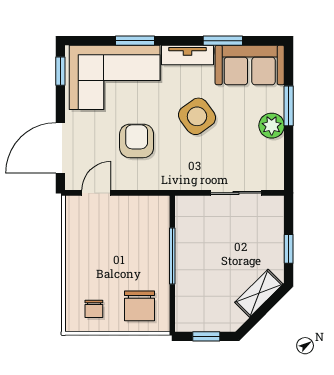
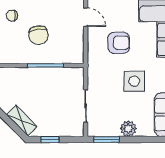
window: (289, 106) -> (107, 139), moved
side table: (197, 116) -> (134, 81), turned 36
chair: (140, 306) -> (38, 35), moved, turned -98

